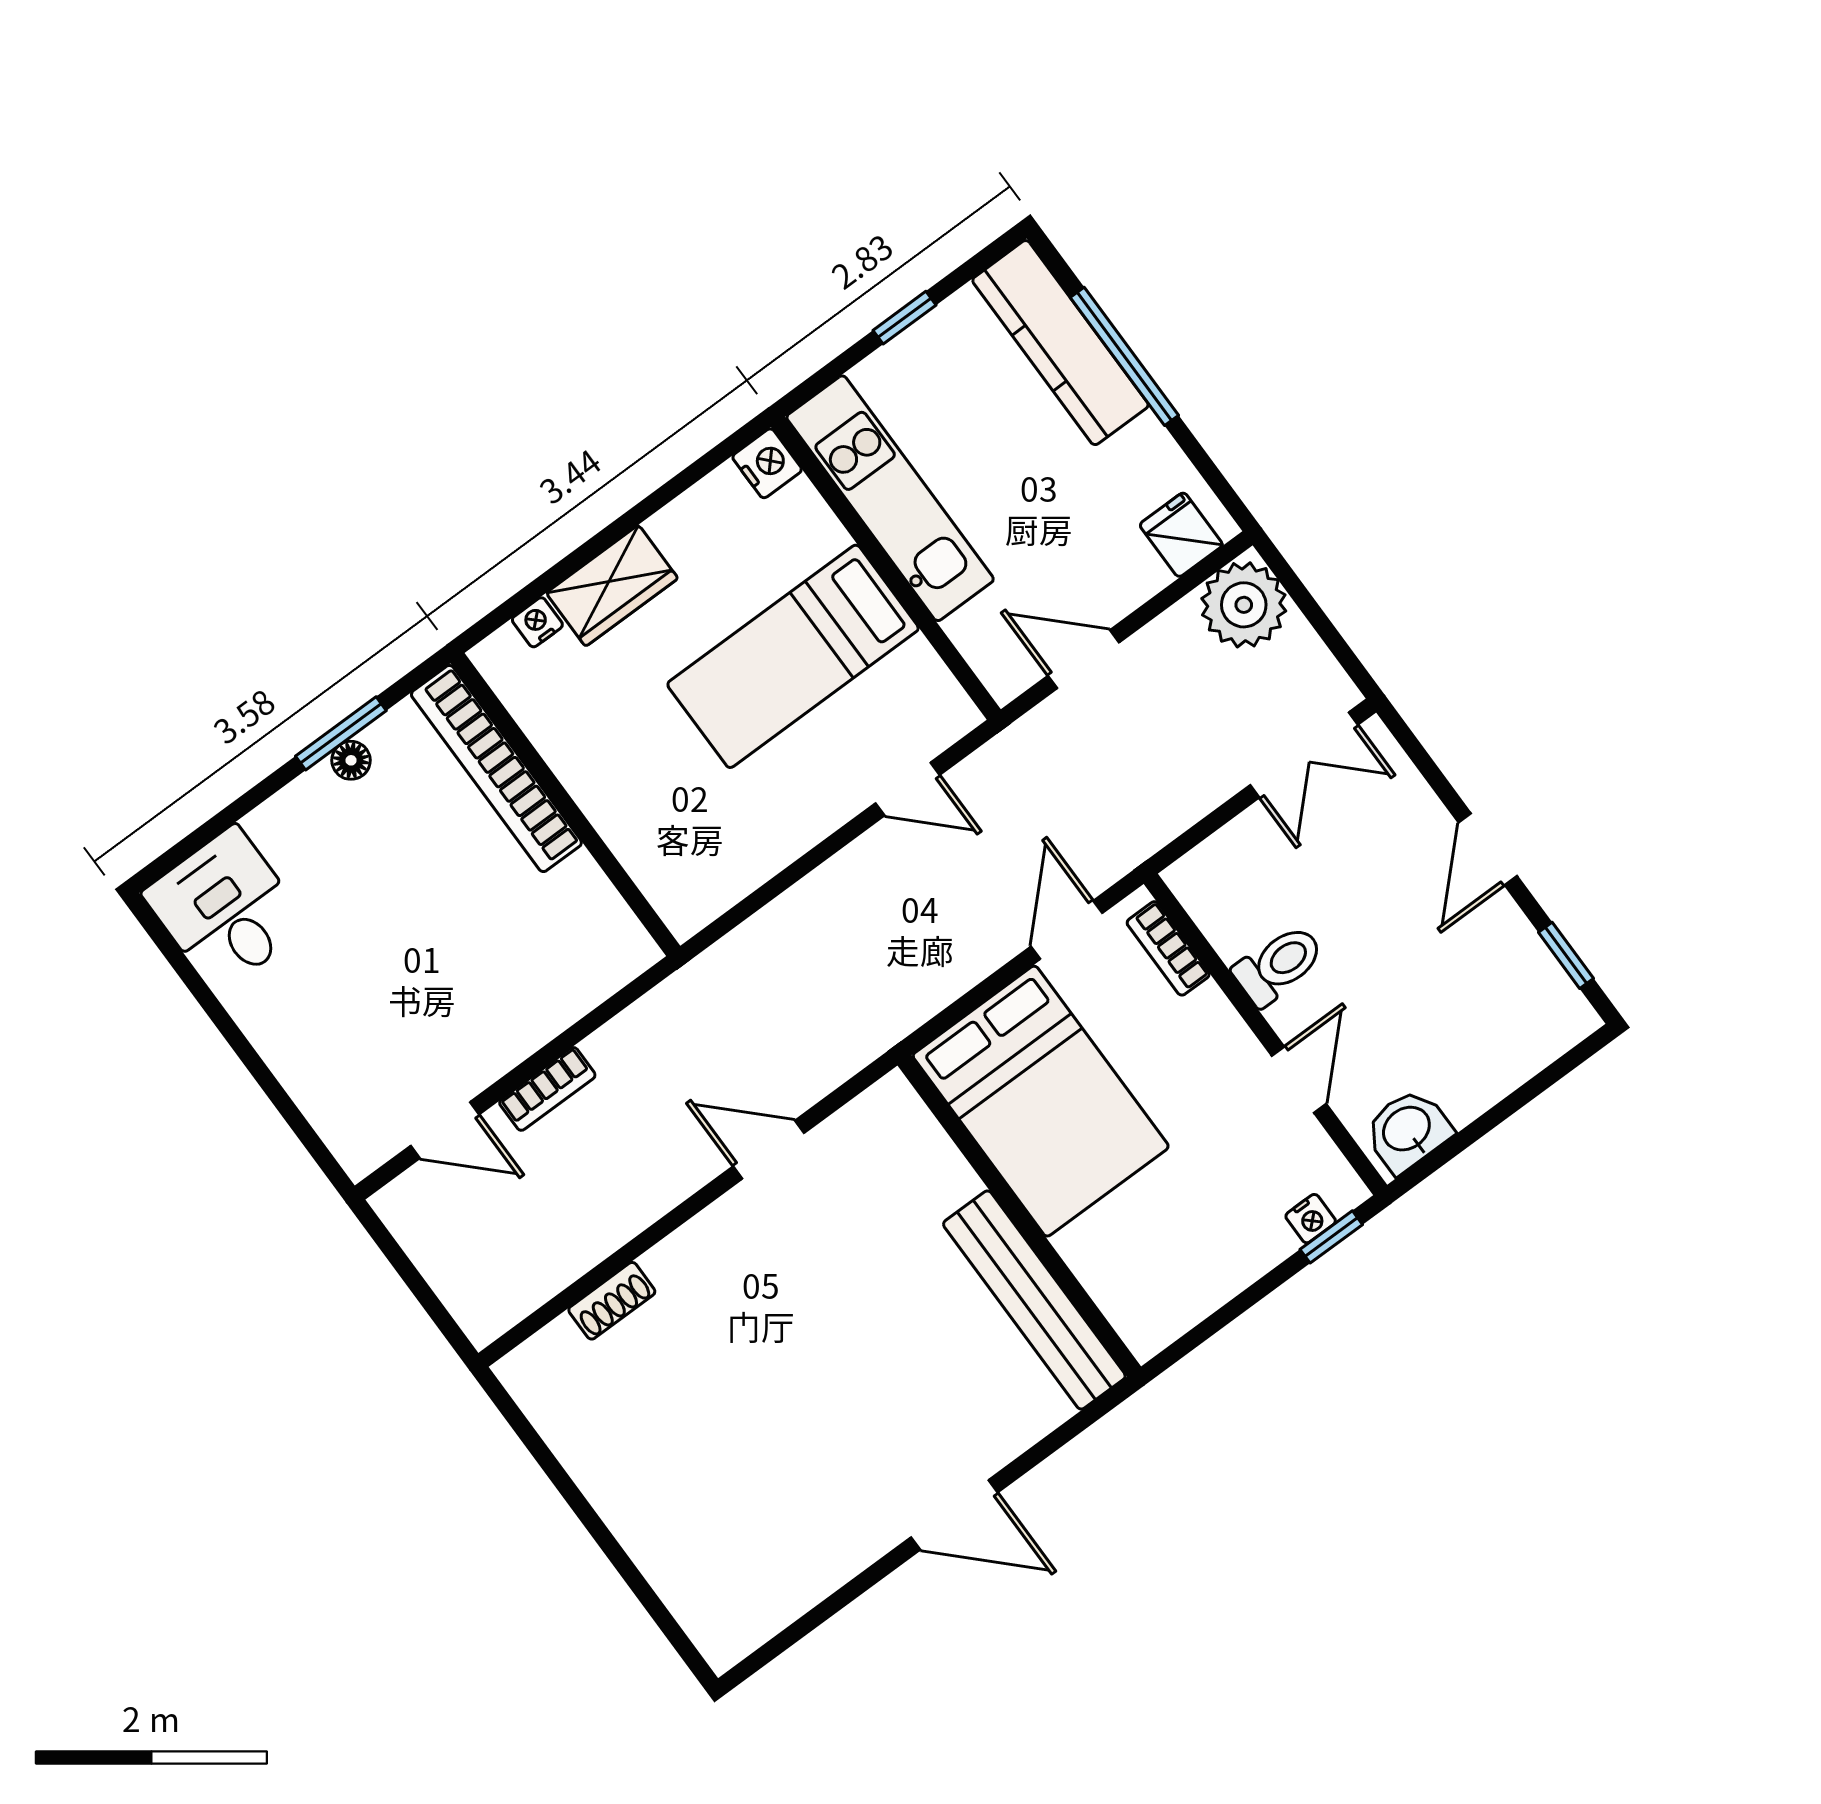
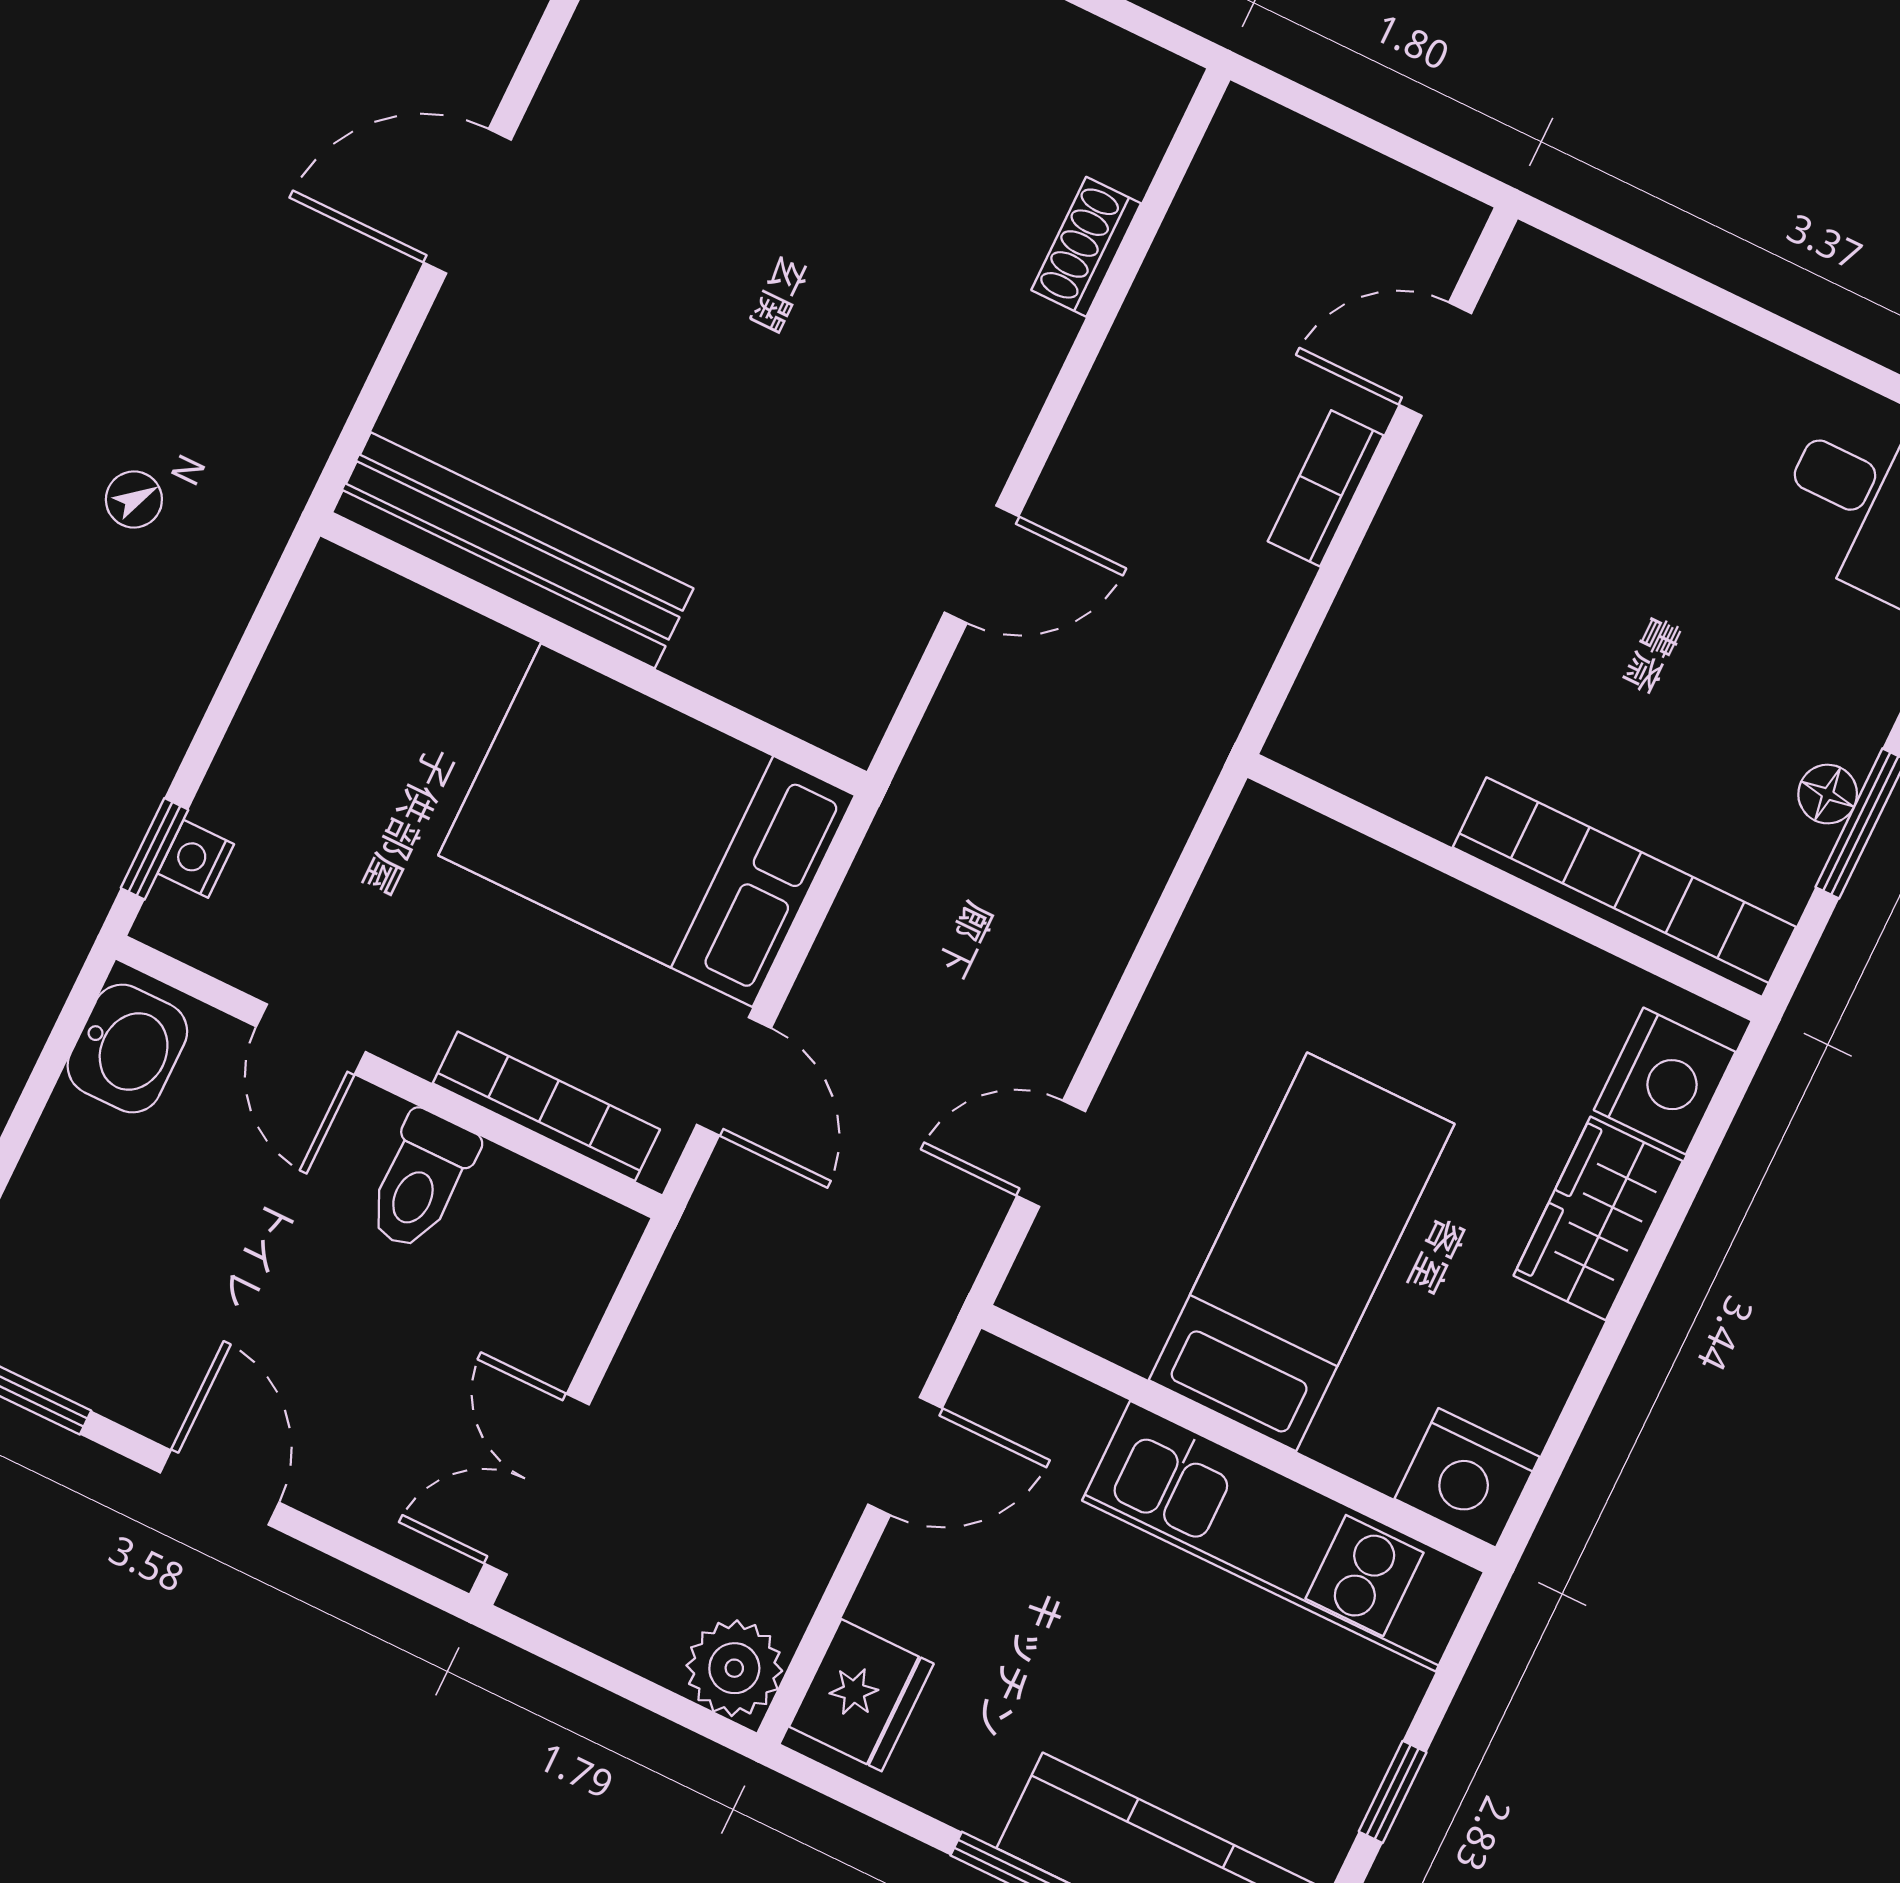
nightstand: (767, 463) -> (1467, 1478), width x1.36, depth x1.33
fridge: (1181, 535) -> (861, 1695), width x1.38
plant: (1244, 605) -> (734, 1668), width x0.73, depth x0.73
nightstand: (537, 622) -> (1665, 1081), width x1.89, depth x1.79
bookcase: (1168, 948) -> (546, 1106), width x1.56

